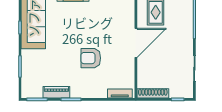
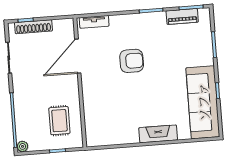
door: (136, 43) -> (78, 56), moved
piano: (56, 92) -> (182, 17), moved
shoe rack: (153, 93) -> (33, 27), moved

